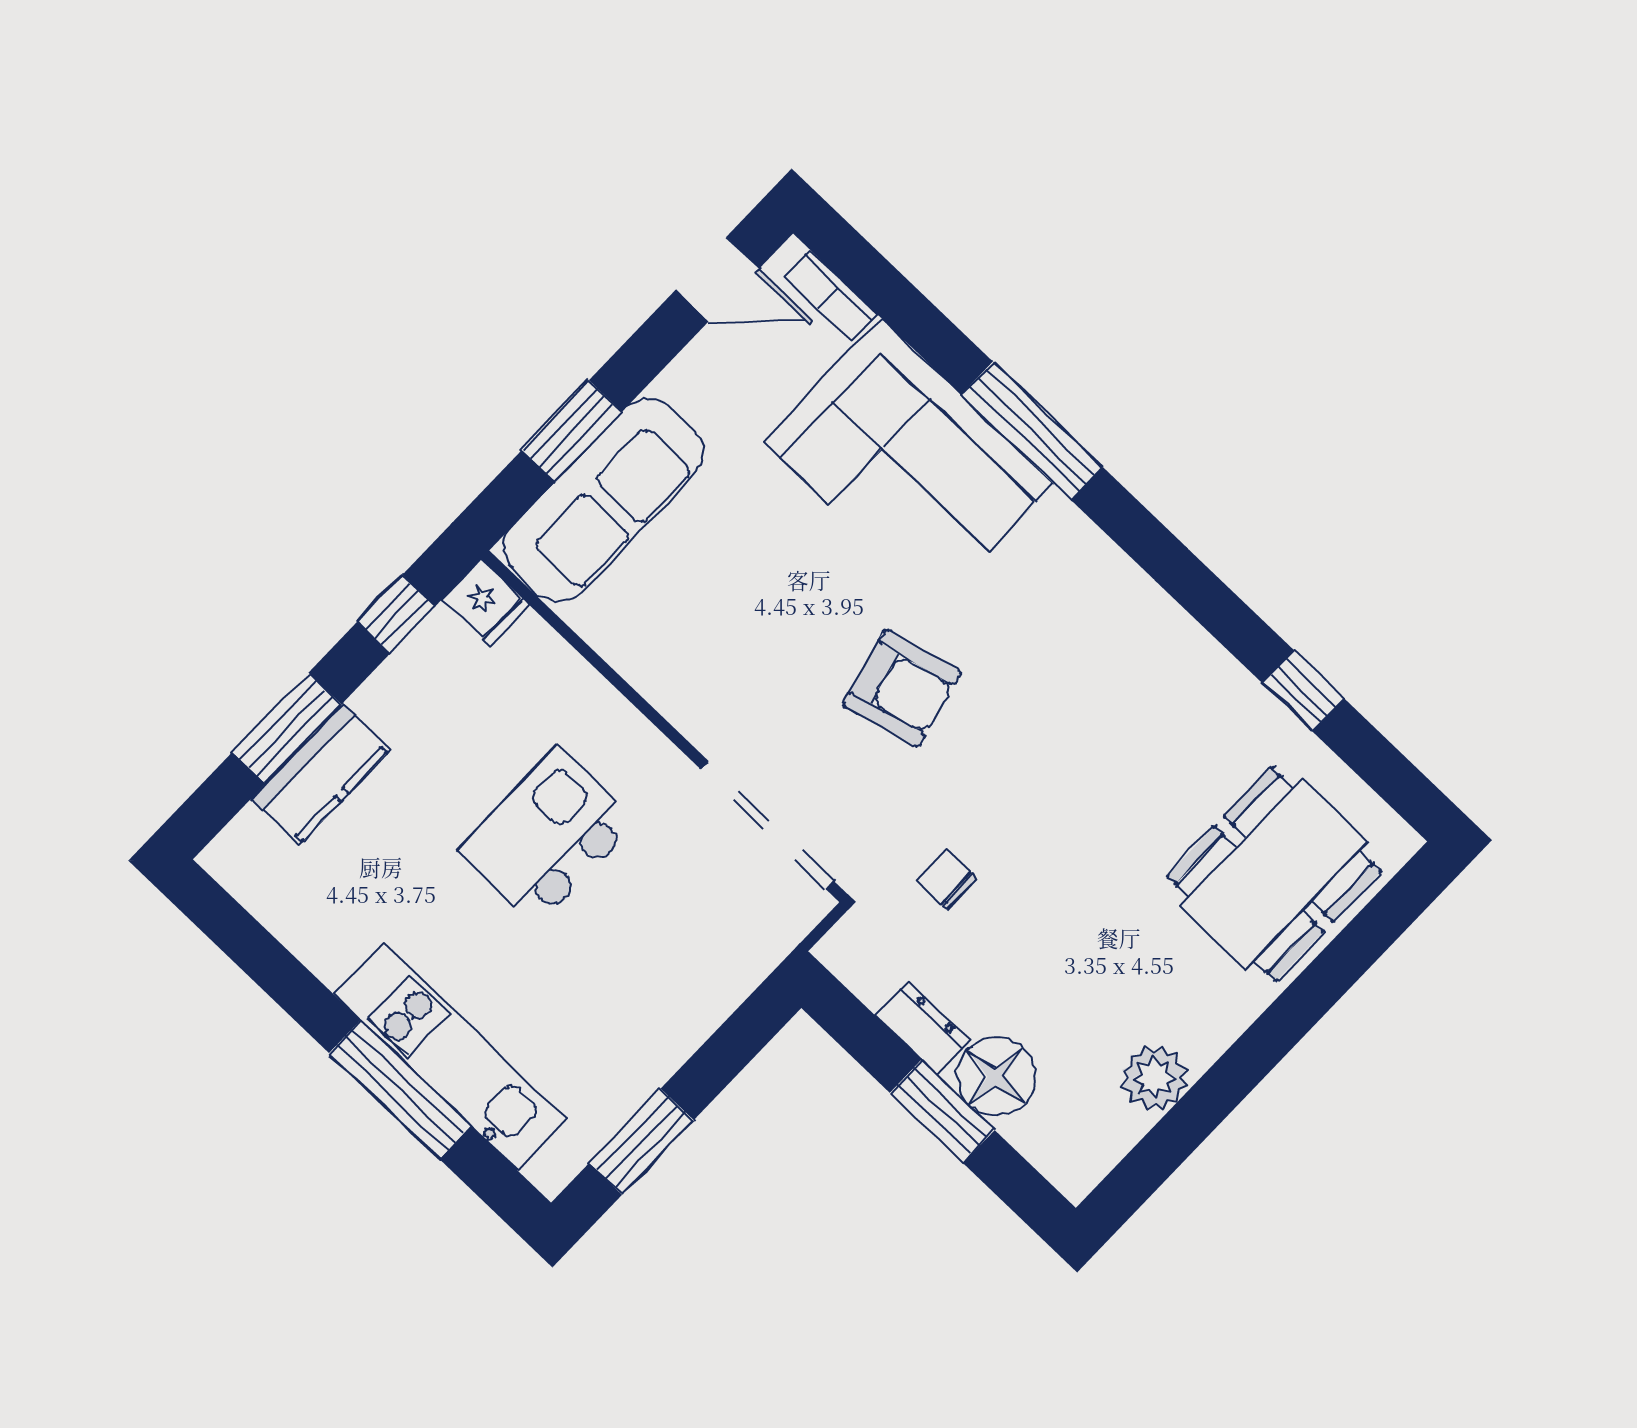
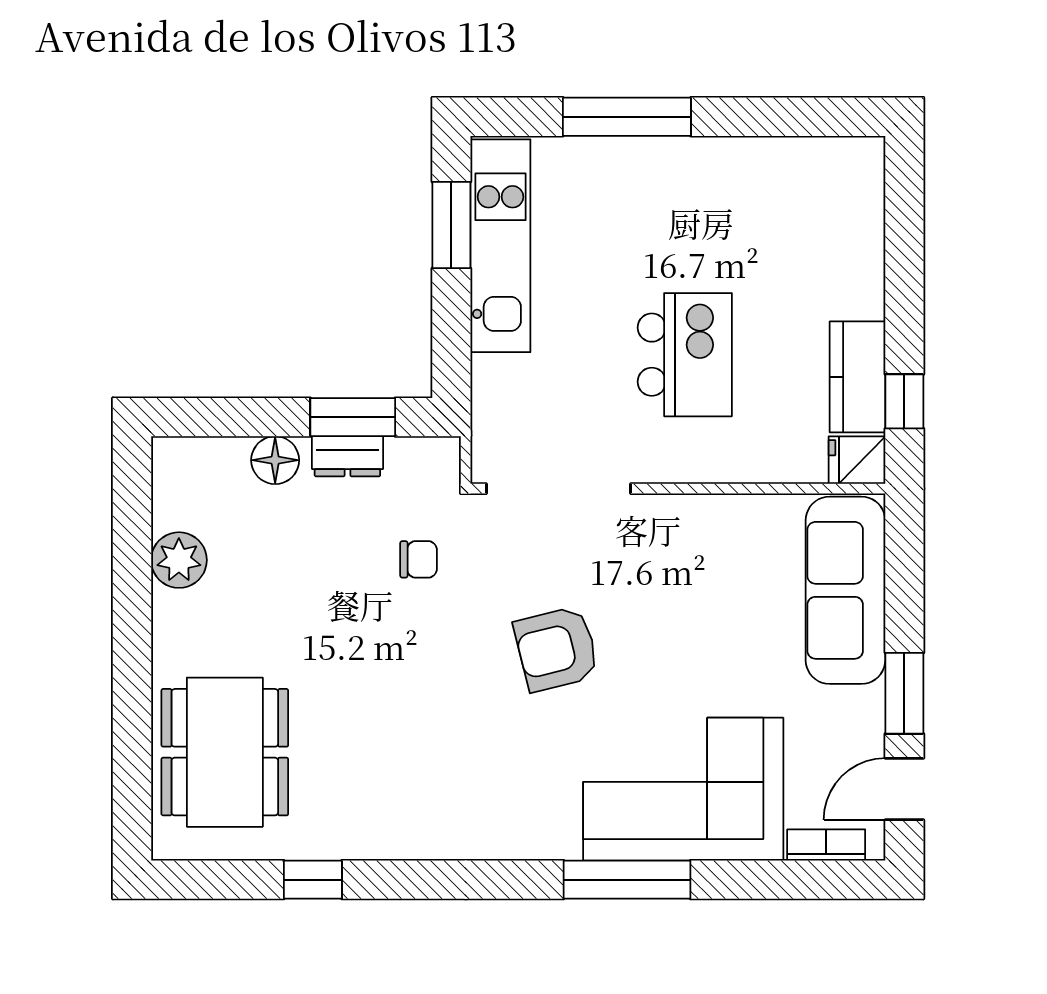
window: (572, 431) -> (904, 693), moved
window: (287, 728) -> (904, 269), removed
kitchen counter: (321, 774) -> (857, 377), moved
kitchen unit: (450, 1056) -> (500, 246), moved, turned -90
floor lamp: (996, 1077) -> (275, 460), width x0.73, depth x0.73
window: (942, 1111) -> (353, 417), moved

